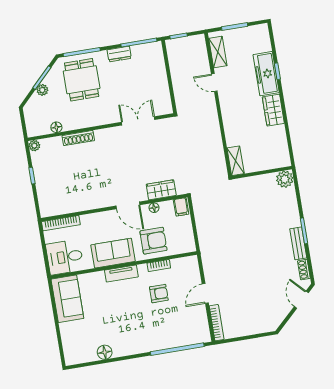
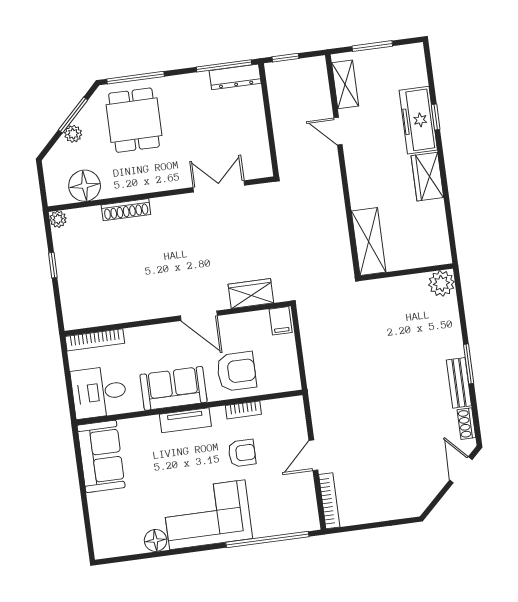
dresser: (119, 54) -> (235, 77), moved, width x1.44
floor lamp: (56, 127) -> (85, 186), width x1.89, depth x1.89
shelving: (236, 161) -> (369, 241), width x1.50, depth x1.33
floor lamp: (154, 208) -> (239, 321), removed
corner sofa: (138, 334) -> (207, 515), added

